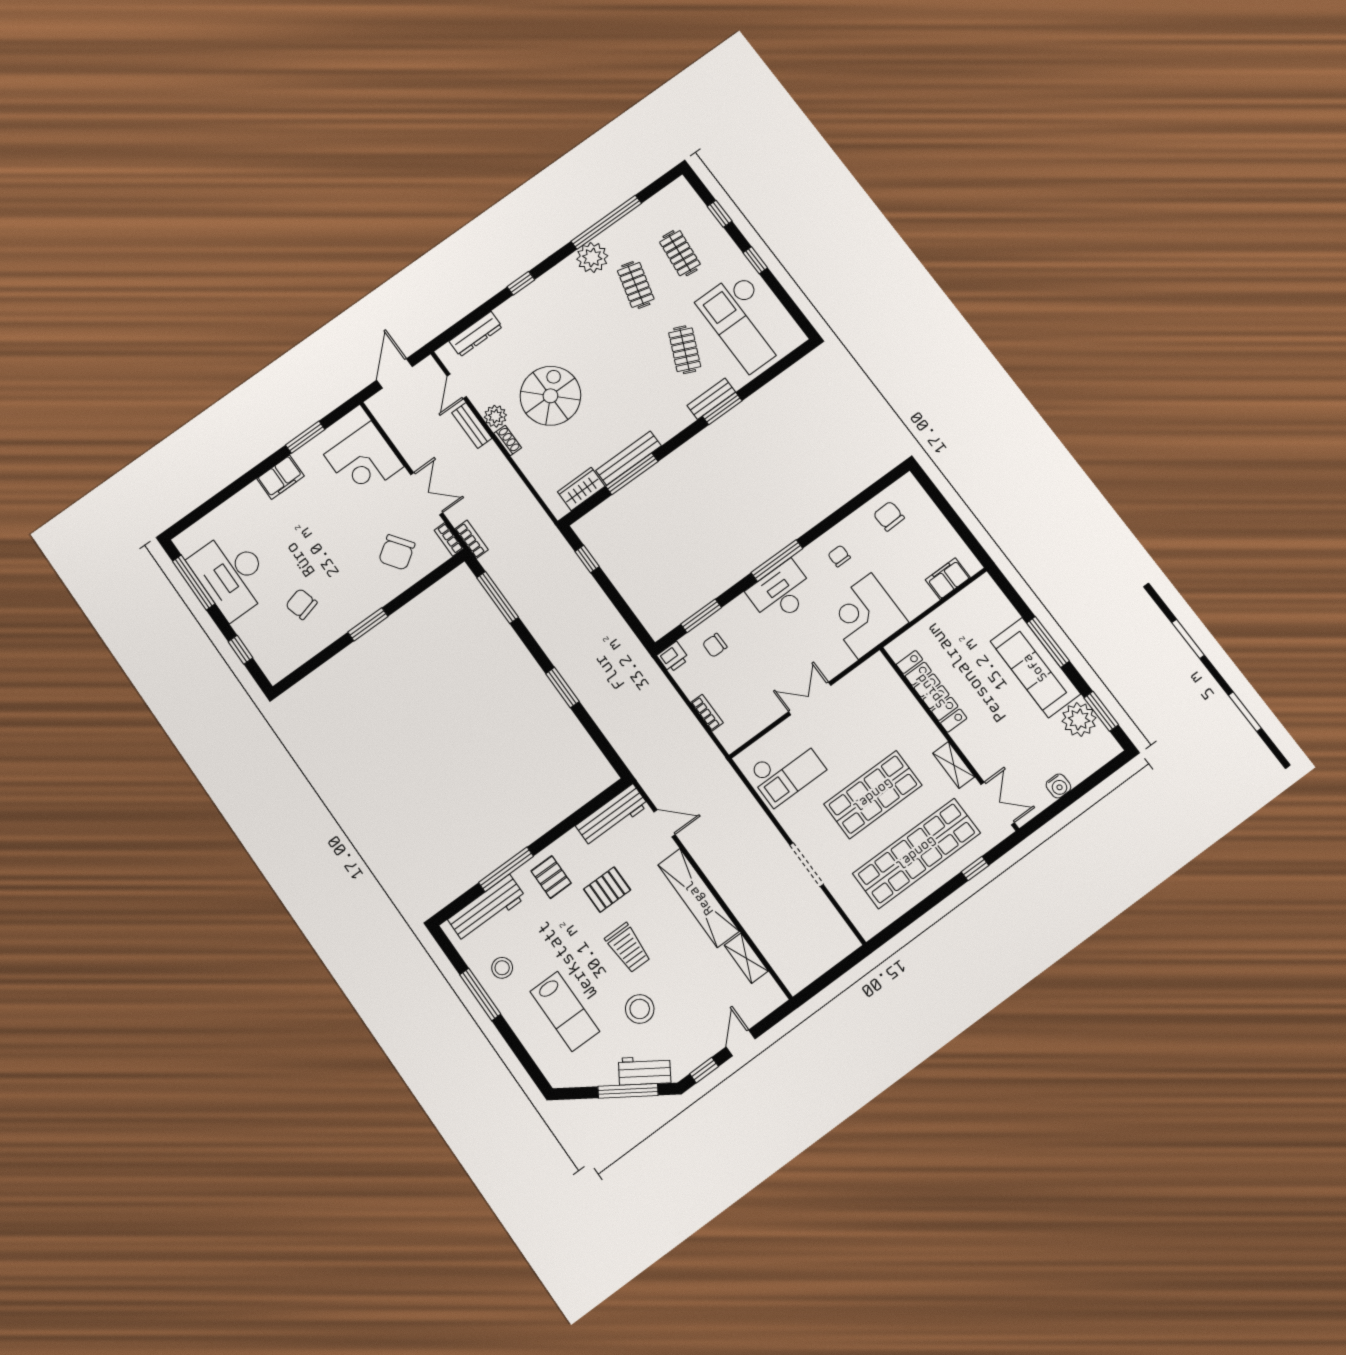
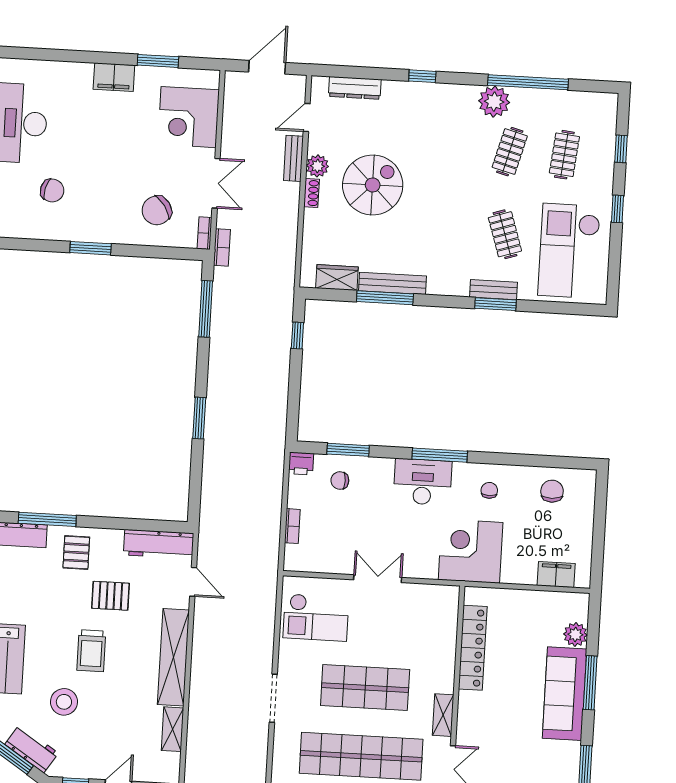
clothes rail: (685, 350) -> (505, 234), turned -42
chair: (301, 604) -> (52, 190), turned 120
plant: (1079, 719) -> (575, 634), moved, width x0.73, depth x0.73

